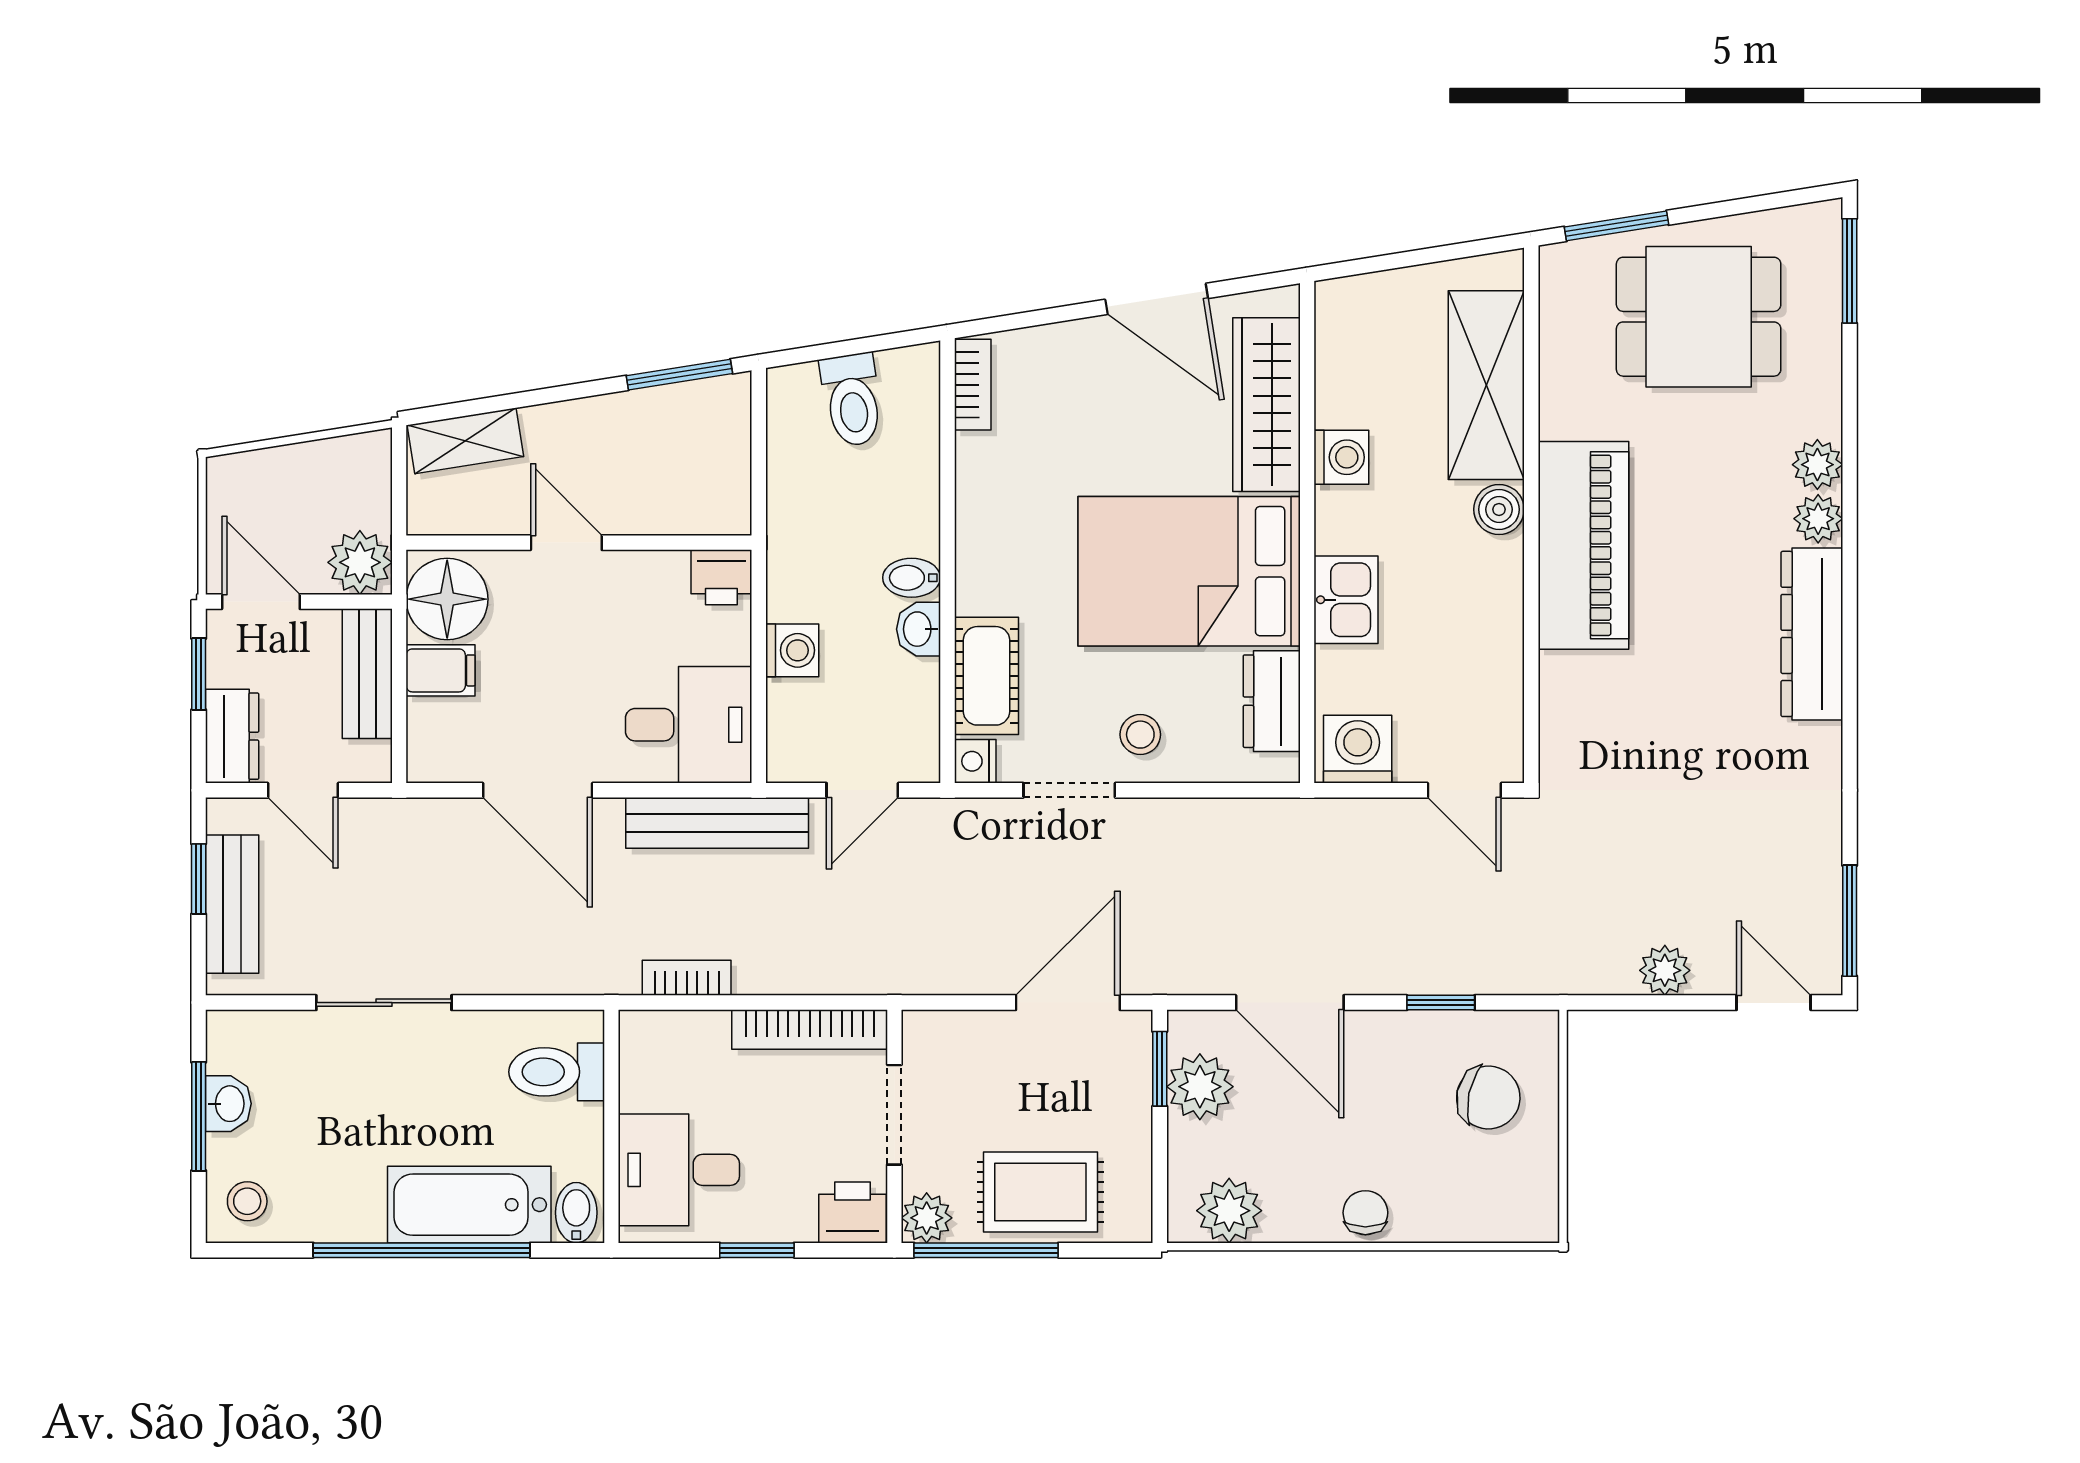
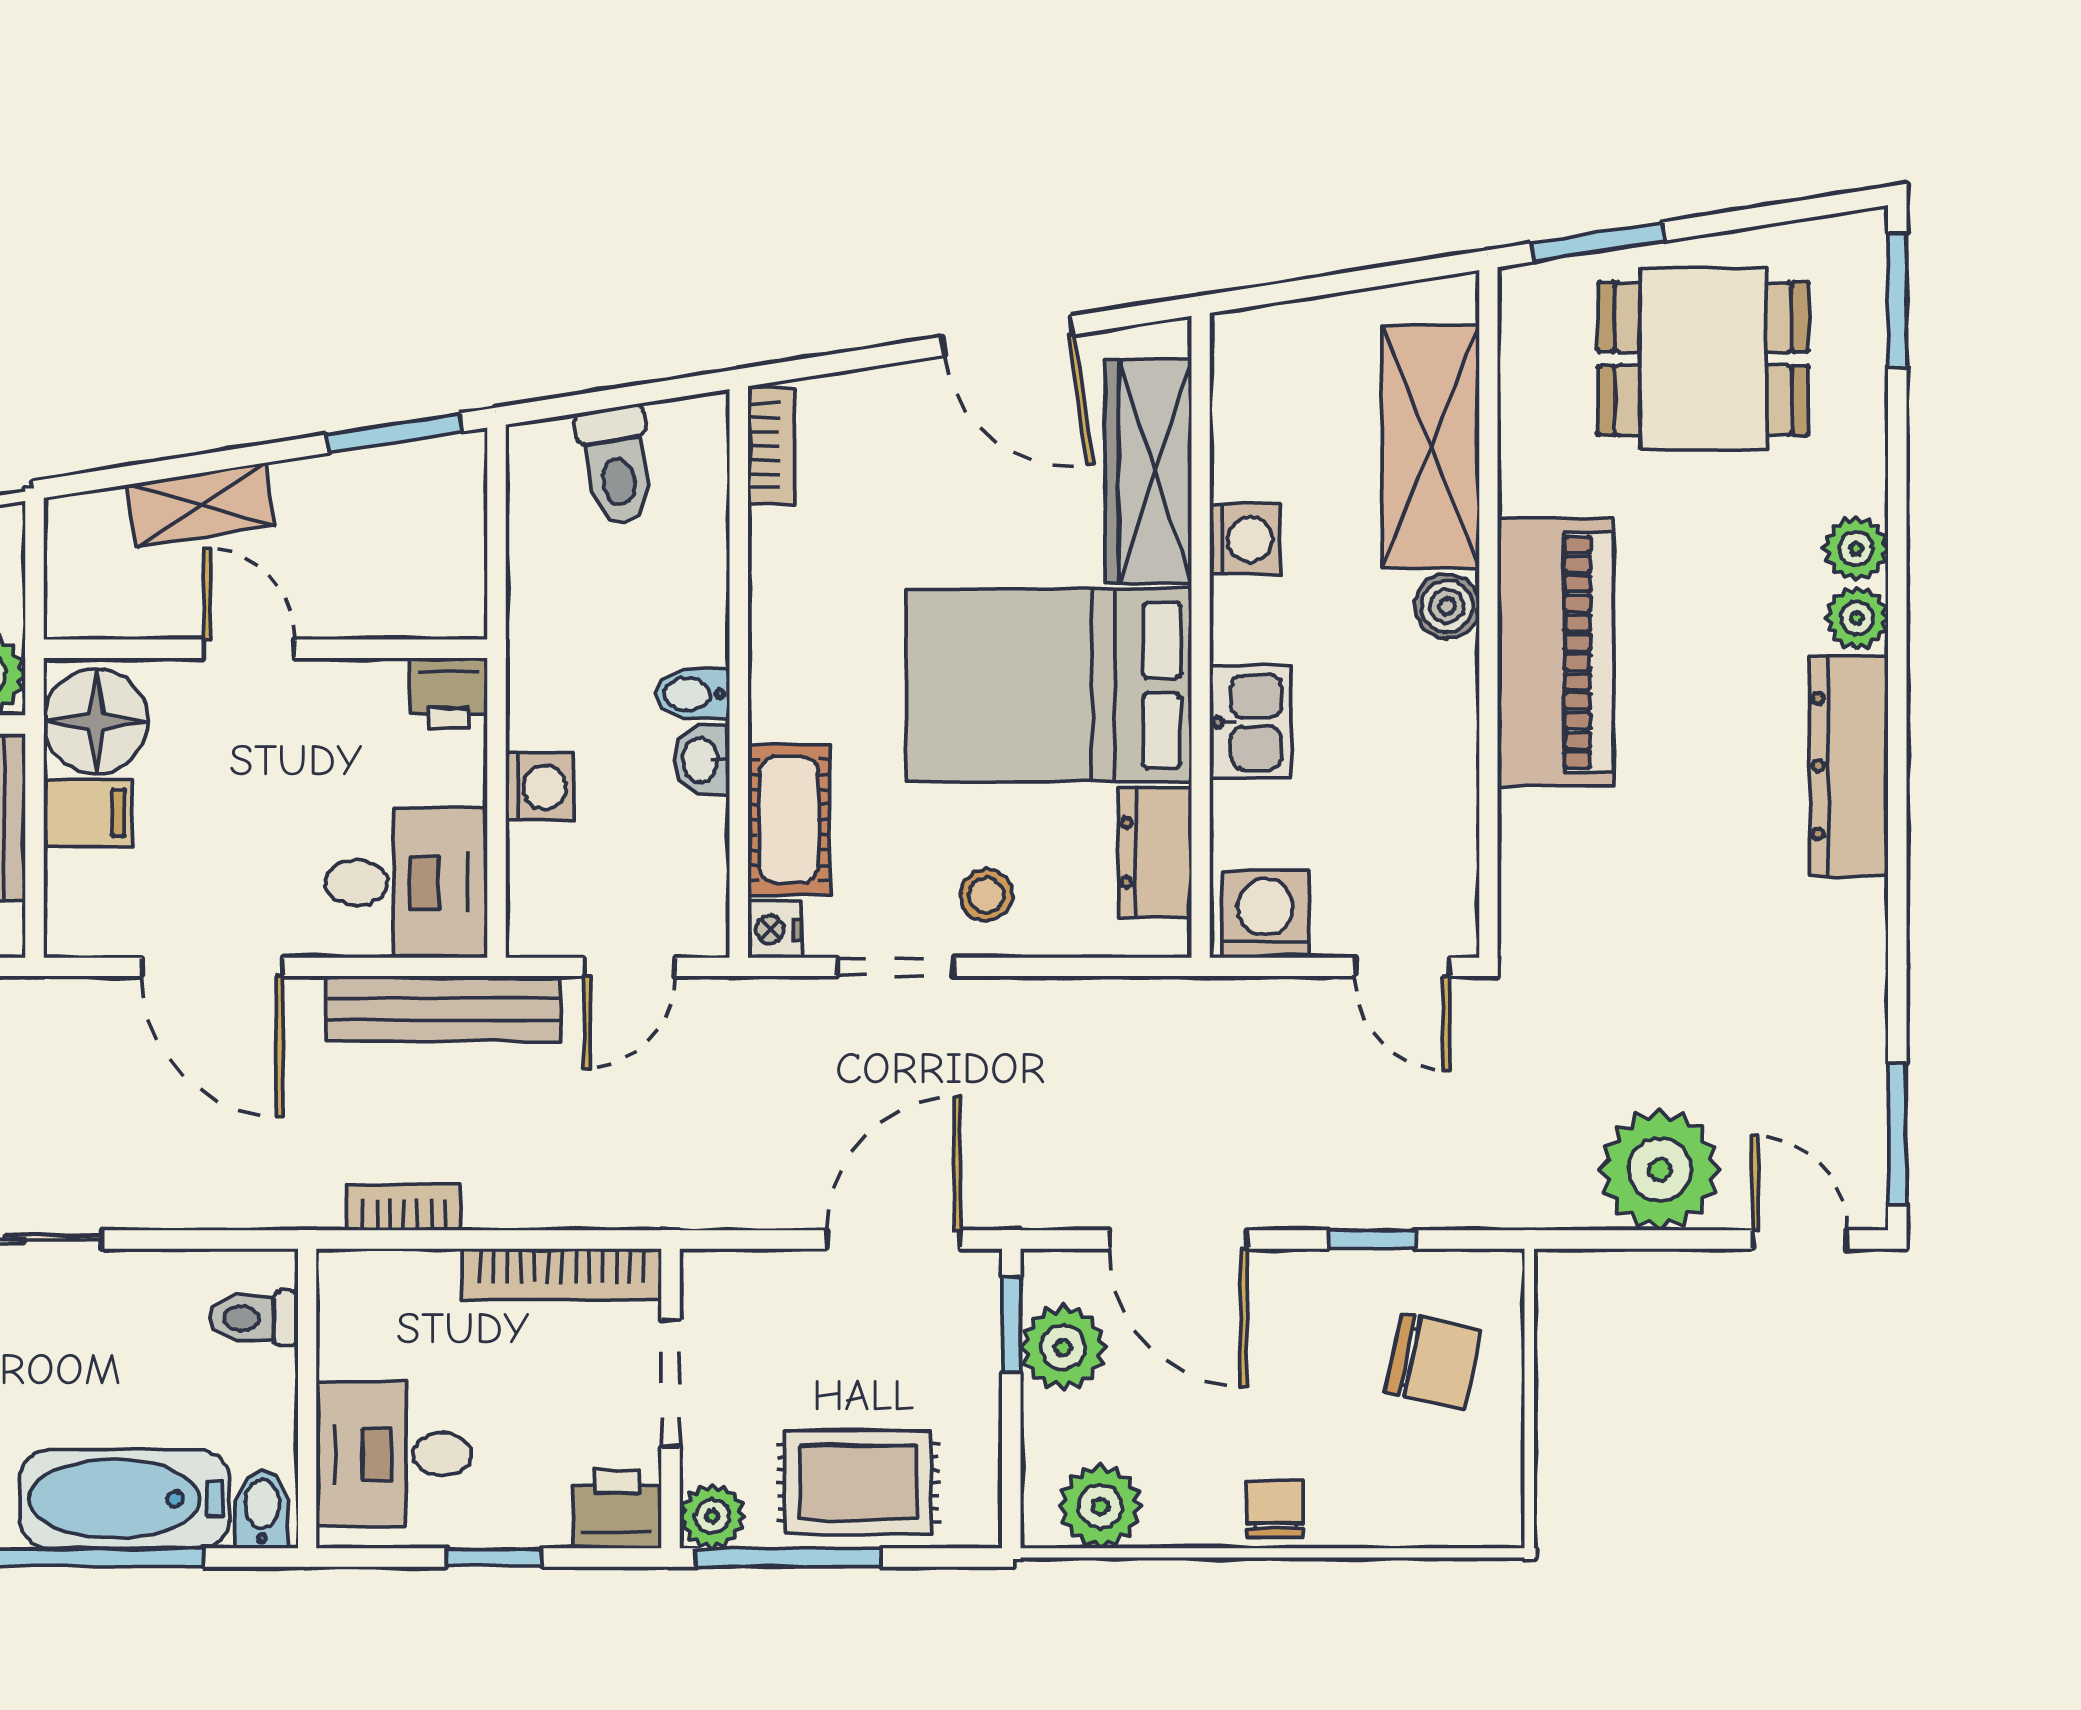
shelving: (465, 441) -> (201, 505), moved
plant: (1665, 970) -> (1660, 1170), width x1.87, depth x1.87
toilet: (557, 1072) -> (254, 1318), width x0.73, depth x0.72

